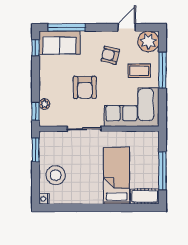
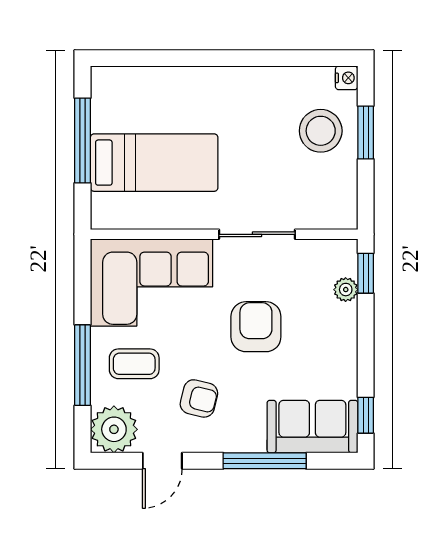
window: (67, 27) -> (265, 461), moved
window: (36, 150) -> (366, 133), moved
bed: (117, 176) -> (154, 163), moved, turned -90
cot: (145, 196) -> (122, 83), removed

